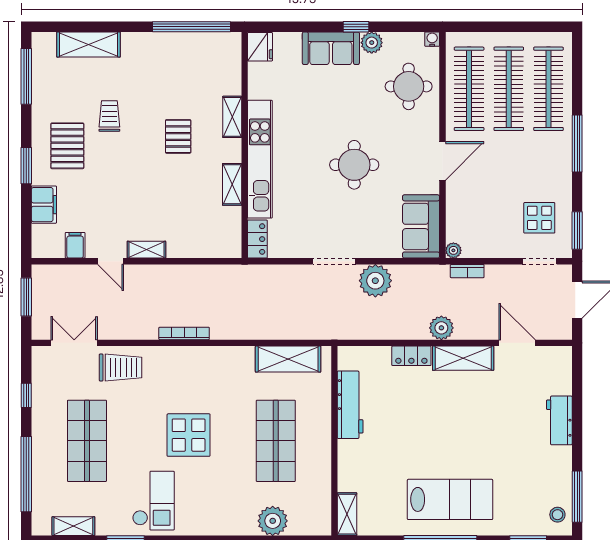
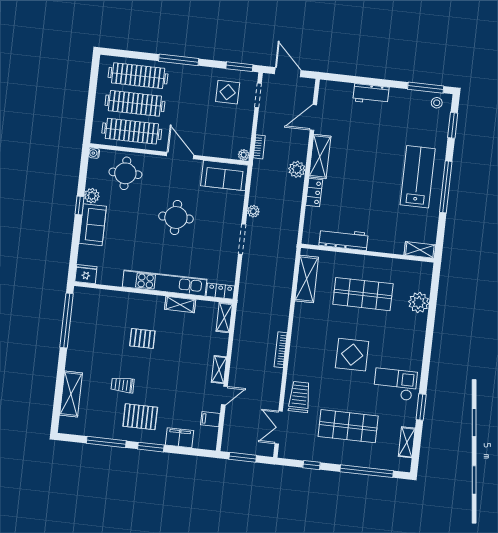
window: (26, 76) -> (106, 442), moved
shelving: (232, 117) -> (224, 318), moved, turned 90
plant: (375, 281) -> (253, 211), width x0.53, depth x0.53

